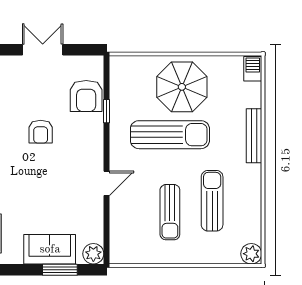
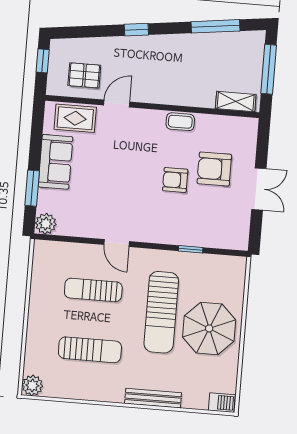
armchair: (86, 96) -> (214, 169), moved
sun lounger: (170, 212) -> (93, 290), moved
sofa: (50, 249) -> (55, 162), moved

